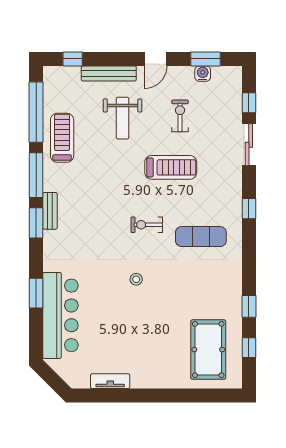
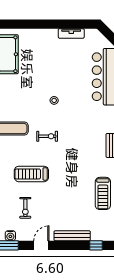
weight bench: (123, 118) -> (63, 206), removed

